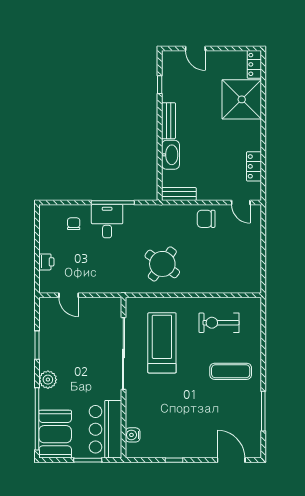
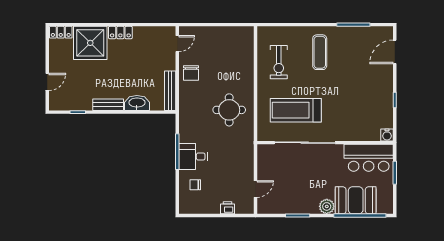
locker: (254, 166) -> (120, 33), moved
bench: (179, 194) -> (170, 91), width x1.36
round table: (162, 264) -> (229, 110), turned -36
booth: (55, 434) -> (356, 200), moved
water cooler: (133, 435) -> (387, 135), moved

